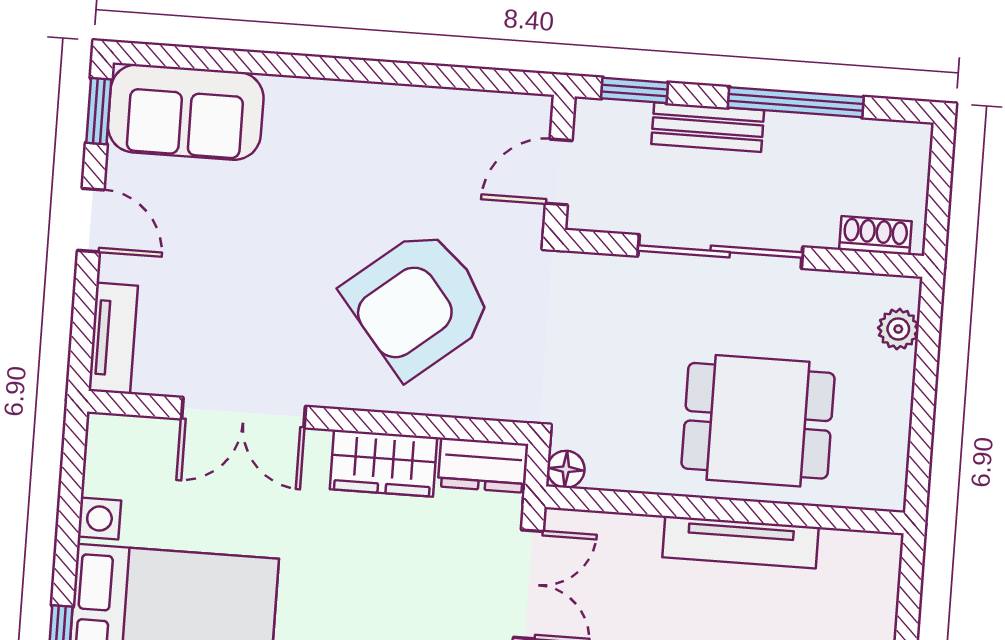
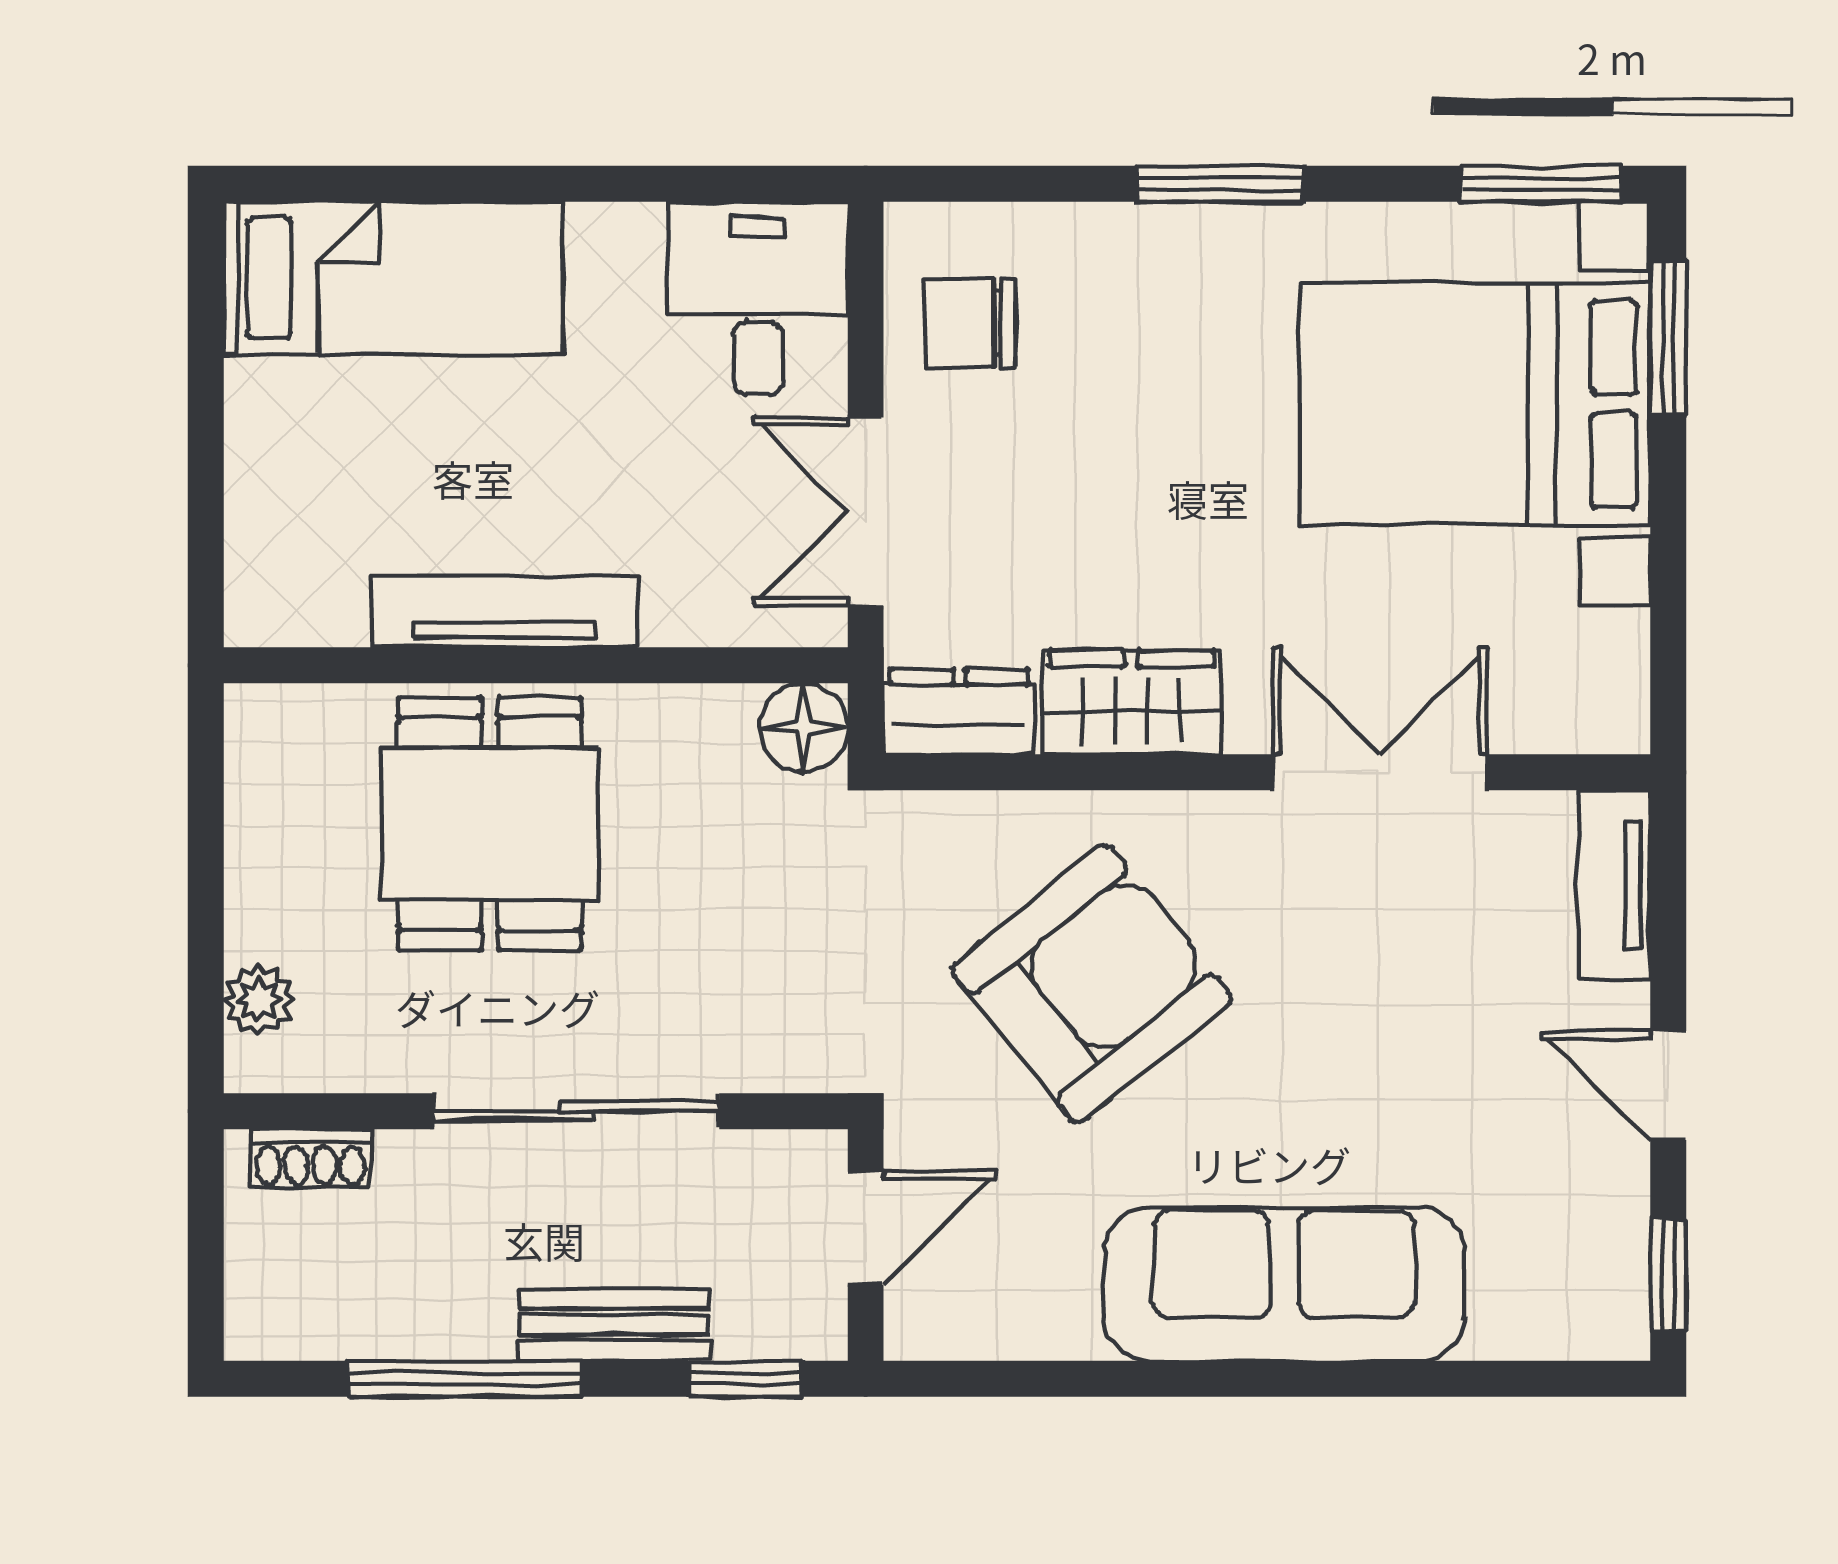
sofa: (186, 112) -> (1284, 1284), moved, width x1.36
dining table: (758, 421) -> (490, 824), turned 90
floor lamp: (566, 469) -> (804, 727), width x1.37, depth x1.37

